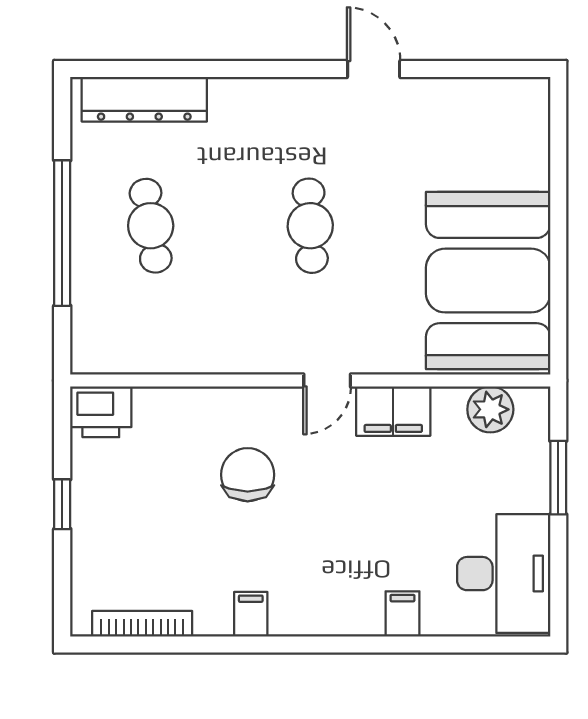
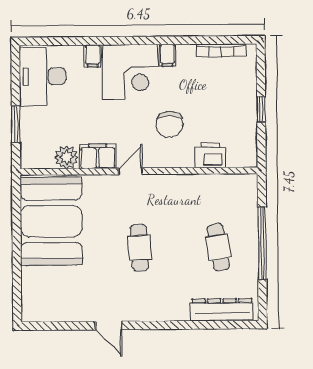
plant: (490, 409) -> (66, 157), moved
printer: (101, 412) -> (210, 155), moved
corner desk: (327, 581) -> (130, 72), added

